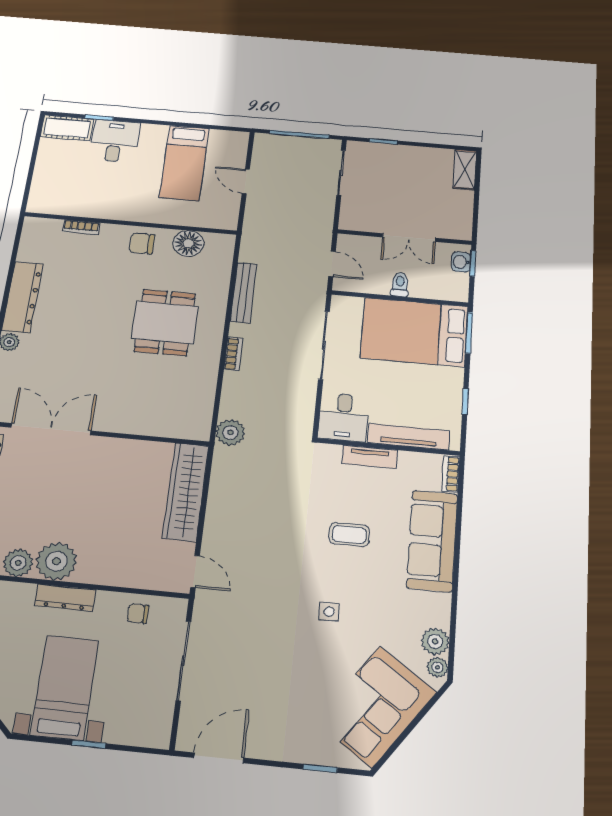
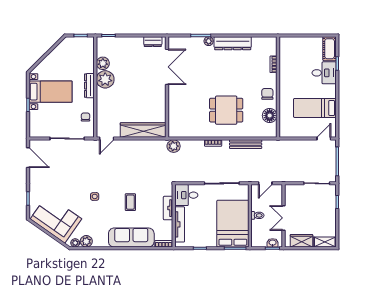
door: (246, 181) -> (324, 139), moved
wardrobe: (460, 210) -> (301, 241), added

